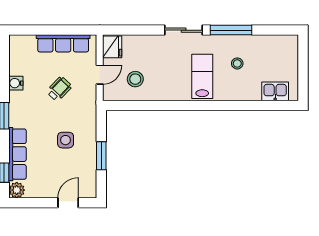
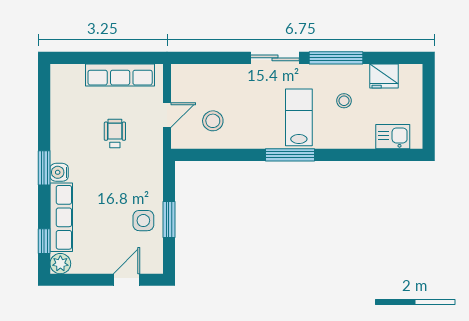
fridge: (112, 47) -> (384, 76), moved, turned 90
water cooler: (16, 83) -> (59, 172), moved
wheelchair: (59, 89) -> (115, 133), turned -44
window: (195, 106) -> (290, 155), added
side table: (66, 140) -> (143, 221), moved

